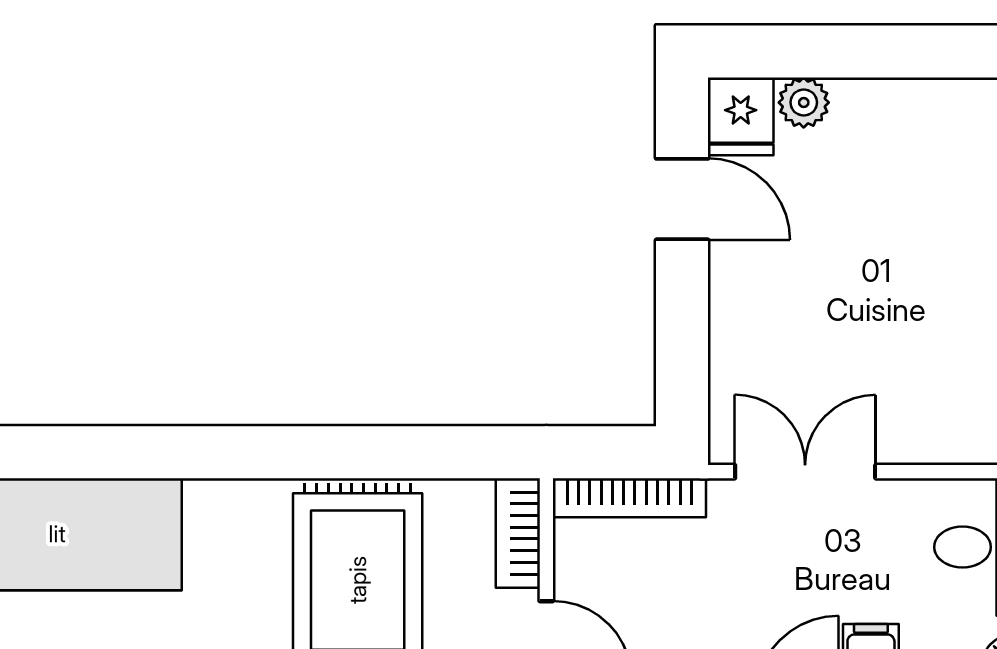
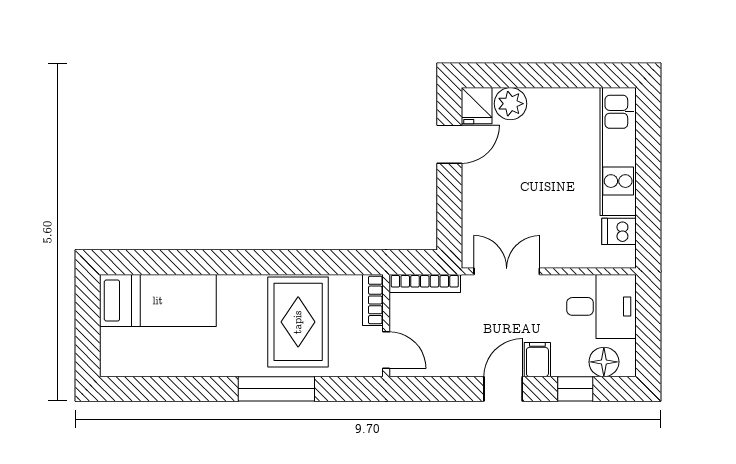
plant: (804, 102) -> (510, 104), width x1.38, depth x1.38
door: (682, 199) -> (449, 144), hinge flipped

